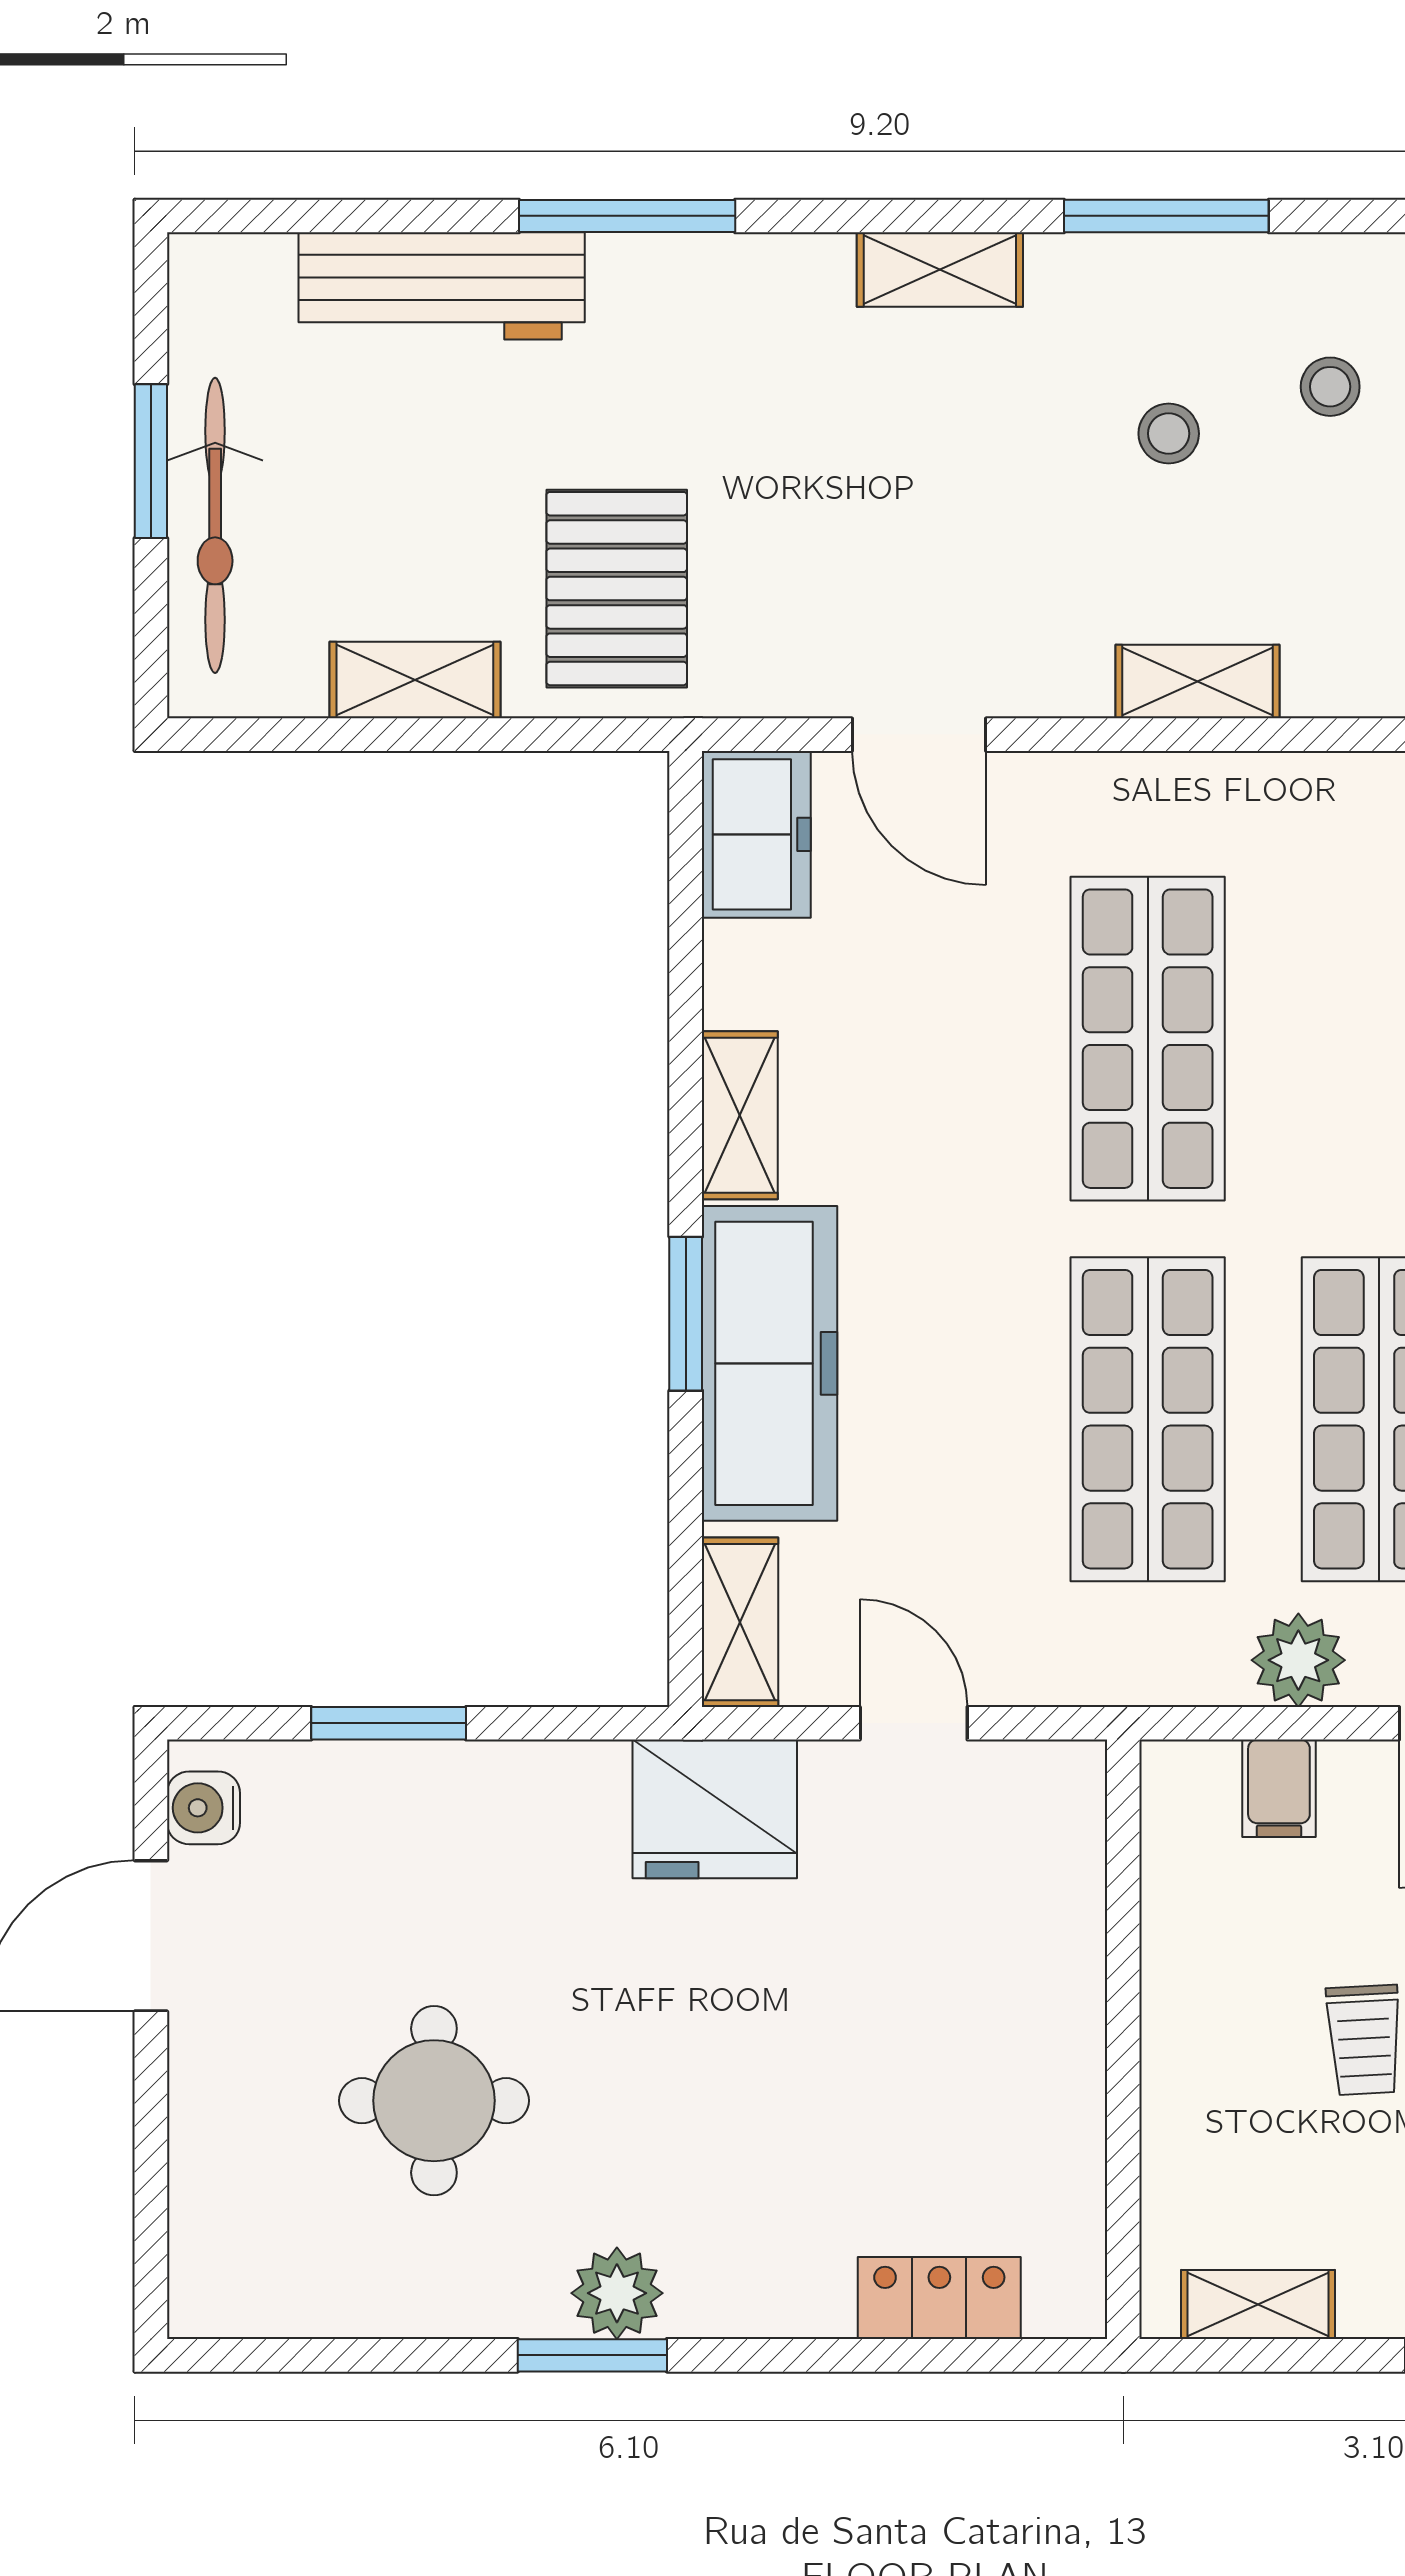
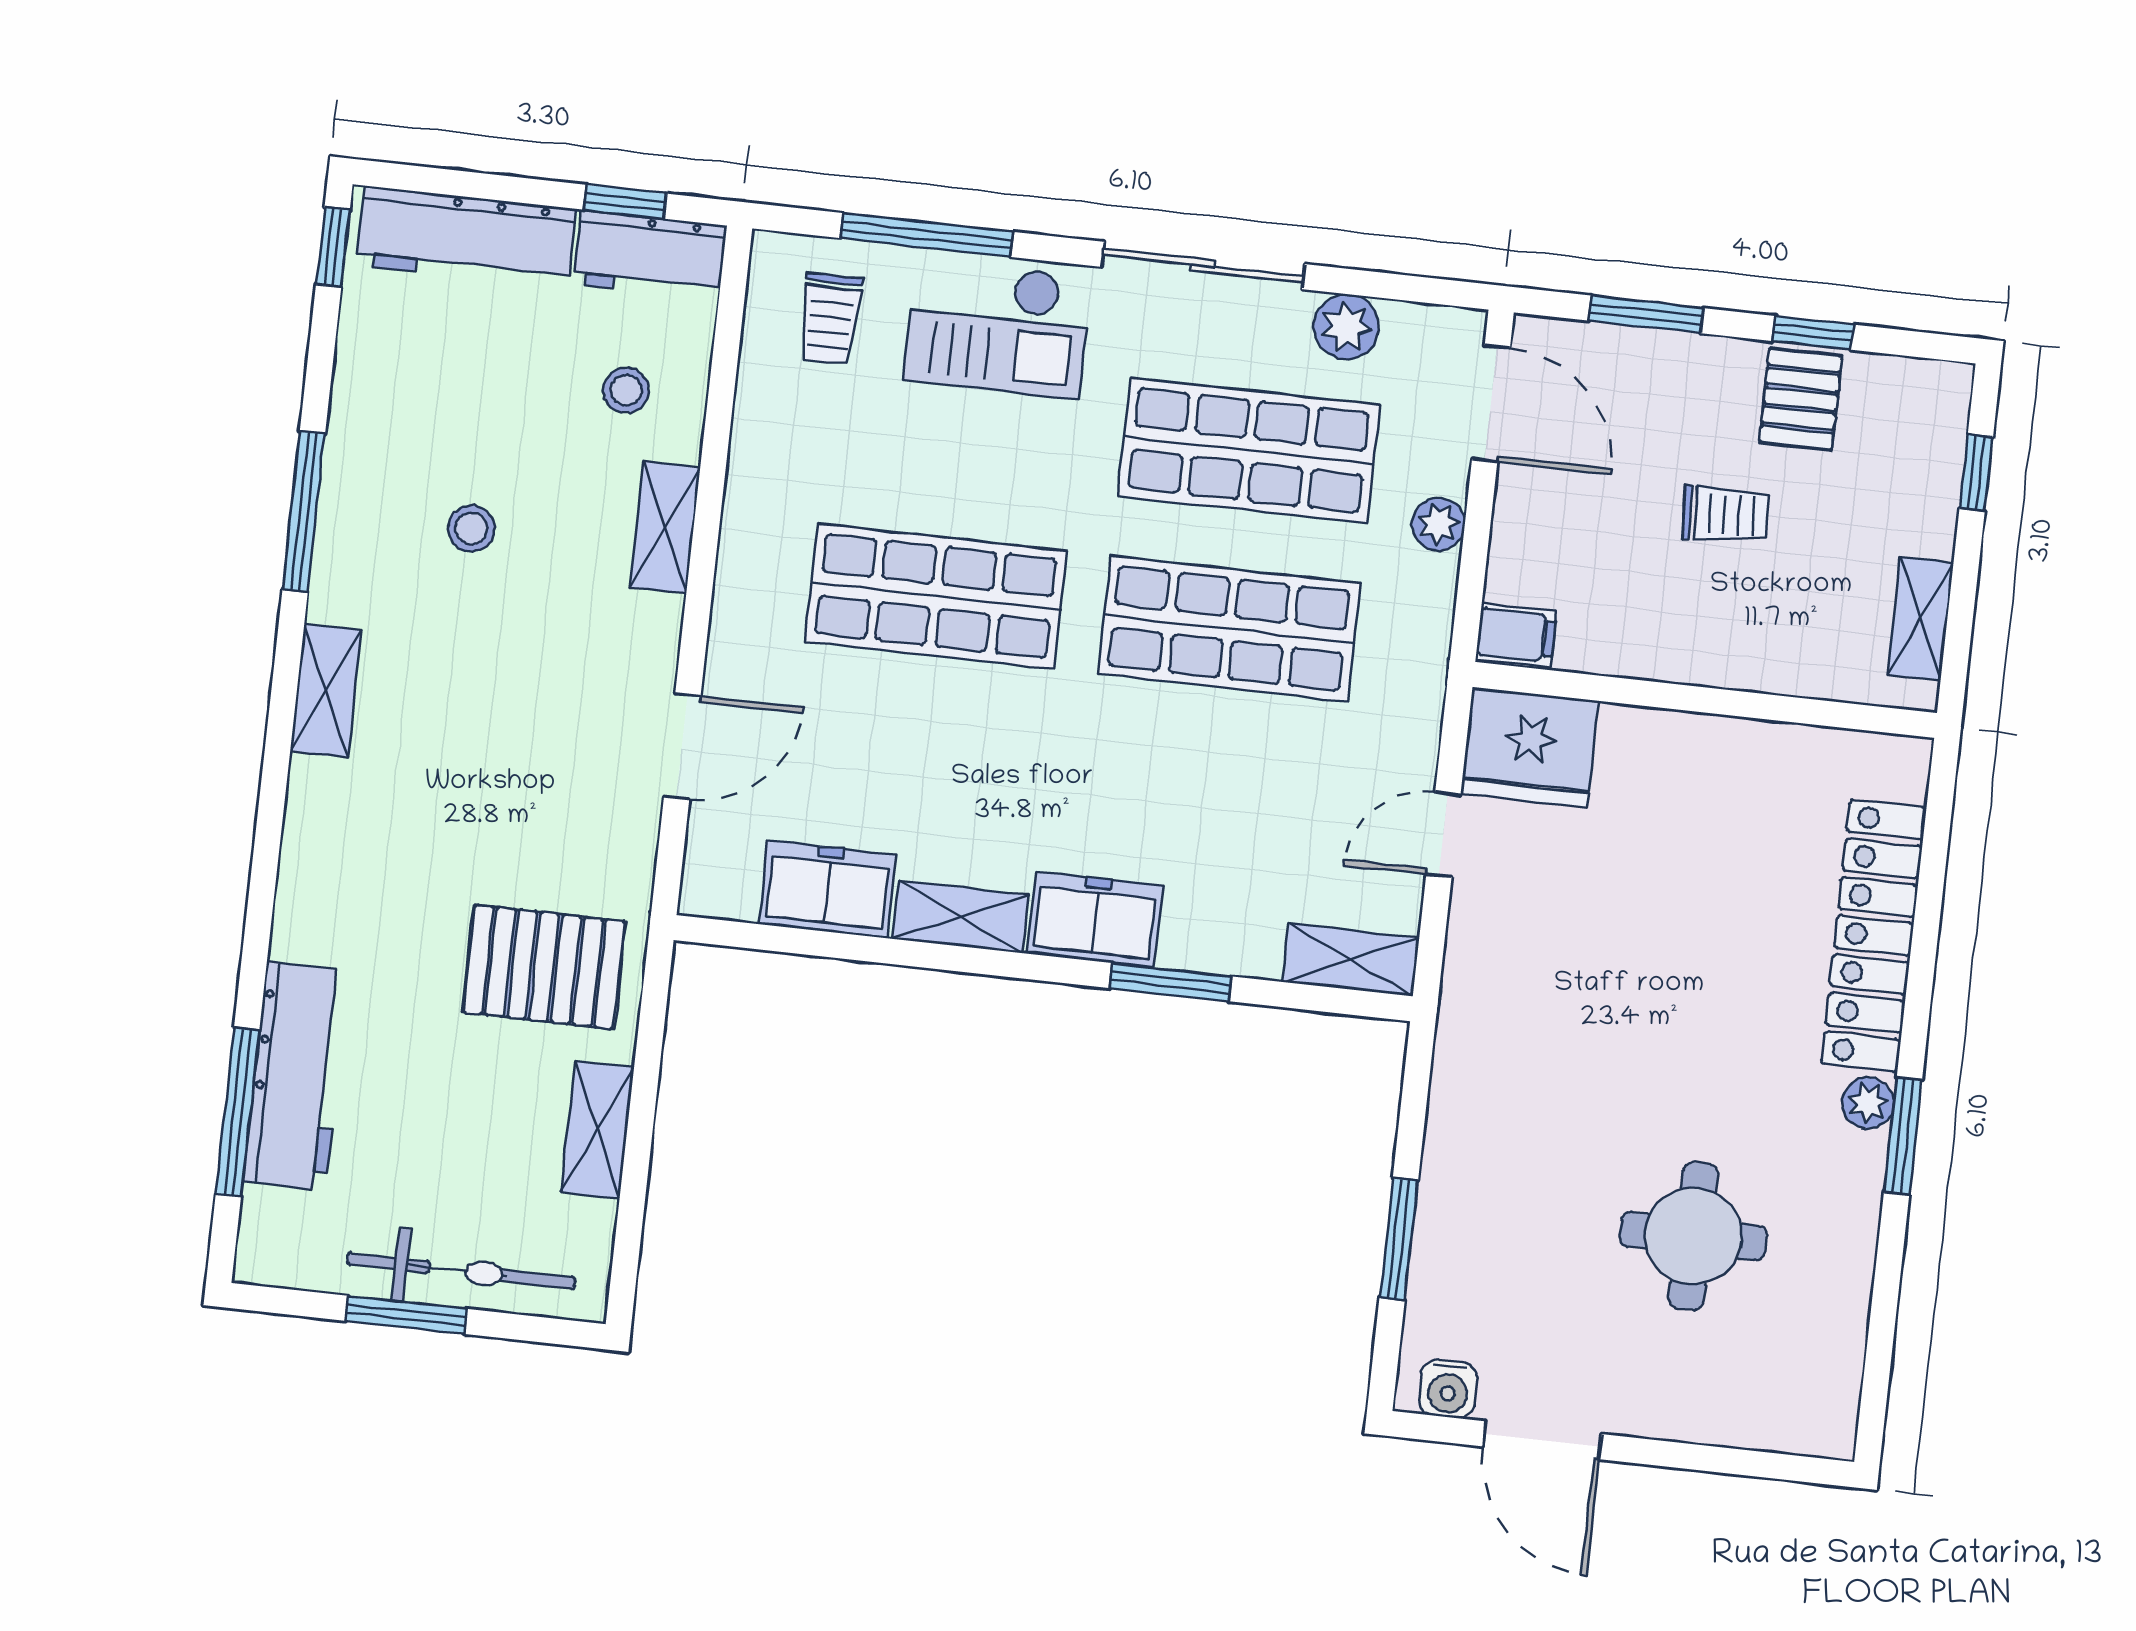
window: (627, 216) -> (237, 1112), moved
stool: (1330, 387) -> (626, 390), moved
freezer: (756, 834) -> (827, 889), moved
window: (686, 1314) -> (1171, 982), moved
freezer: (769, 1363) -> (1095, 919), width x0.52, depth x0.79
plant: (1298, 1660) -> (1438, 524), width x0.73, depth x0.73
filing cabinet: (1279, 1788) -> (1516, 635), moved
fridge: (715, 1809) -> (1530, 748), moved, turned 90
plant: (617, 2293) -> (1868, 1103), width x0.73, depth x0.73
locker: (939, 2298) -> (1874, 936), width x2.16, depth x1.21

